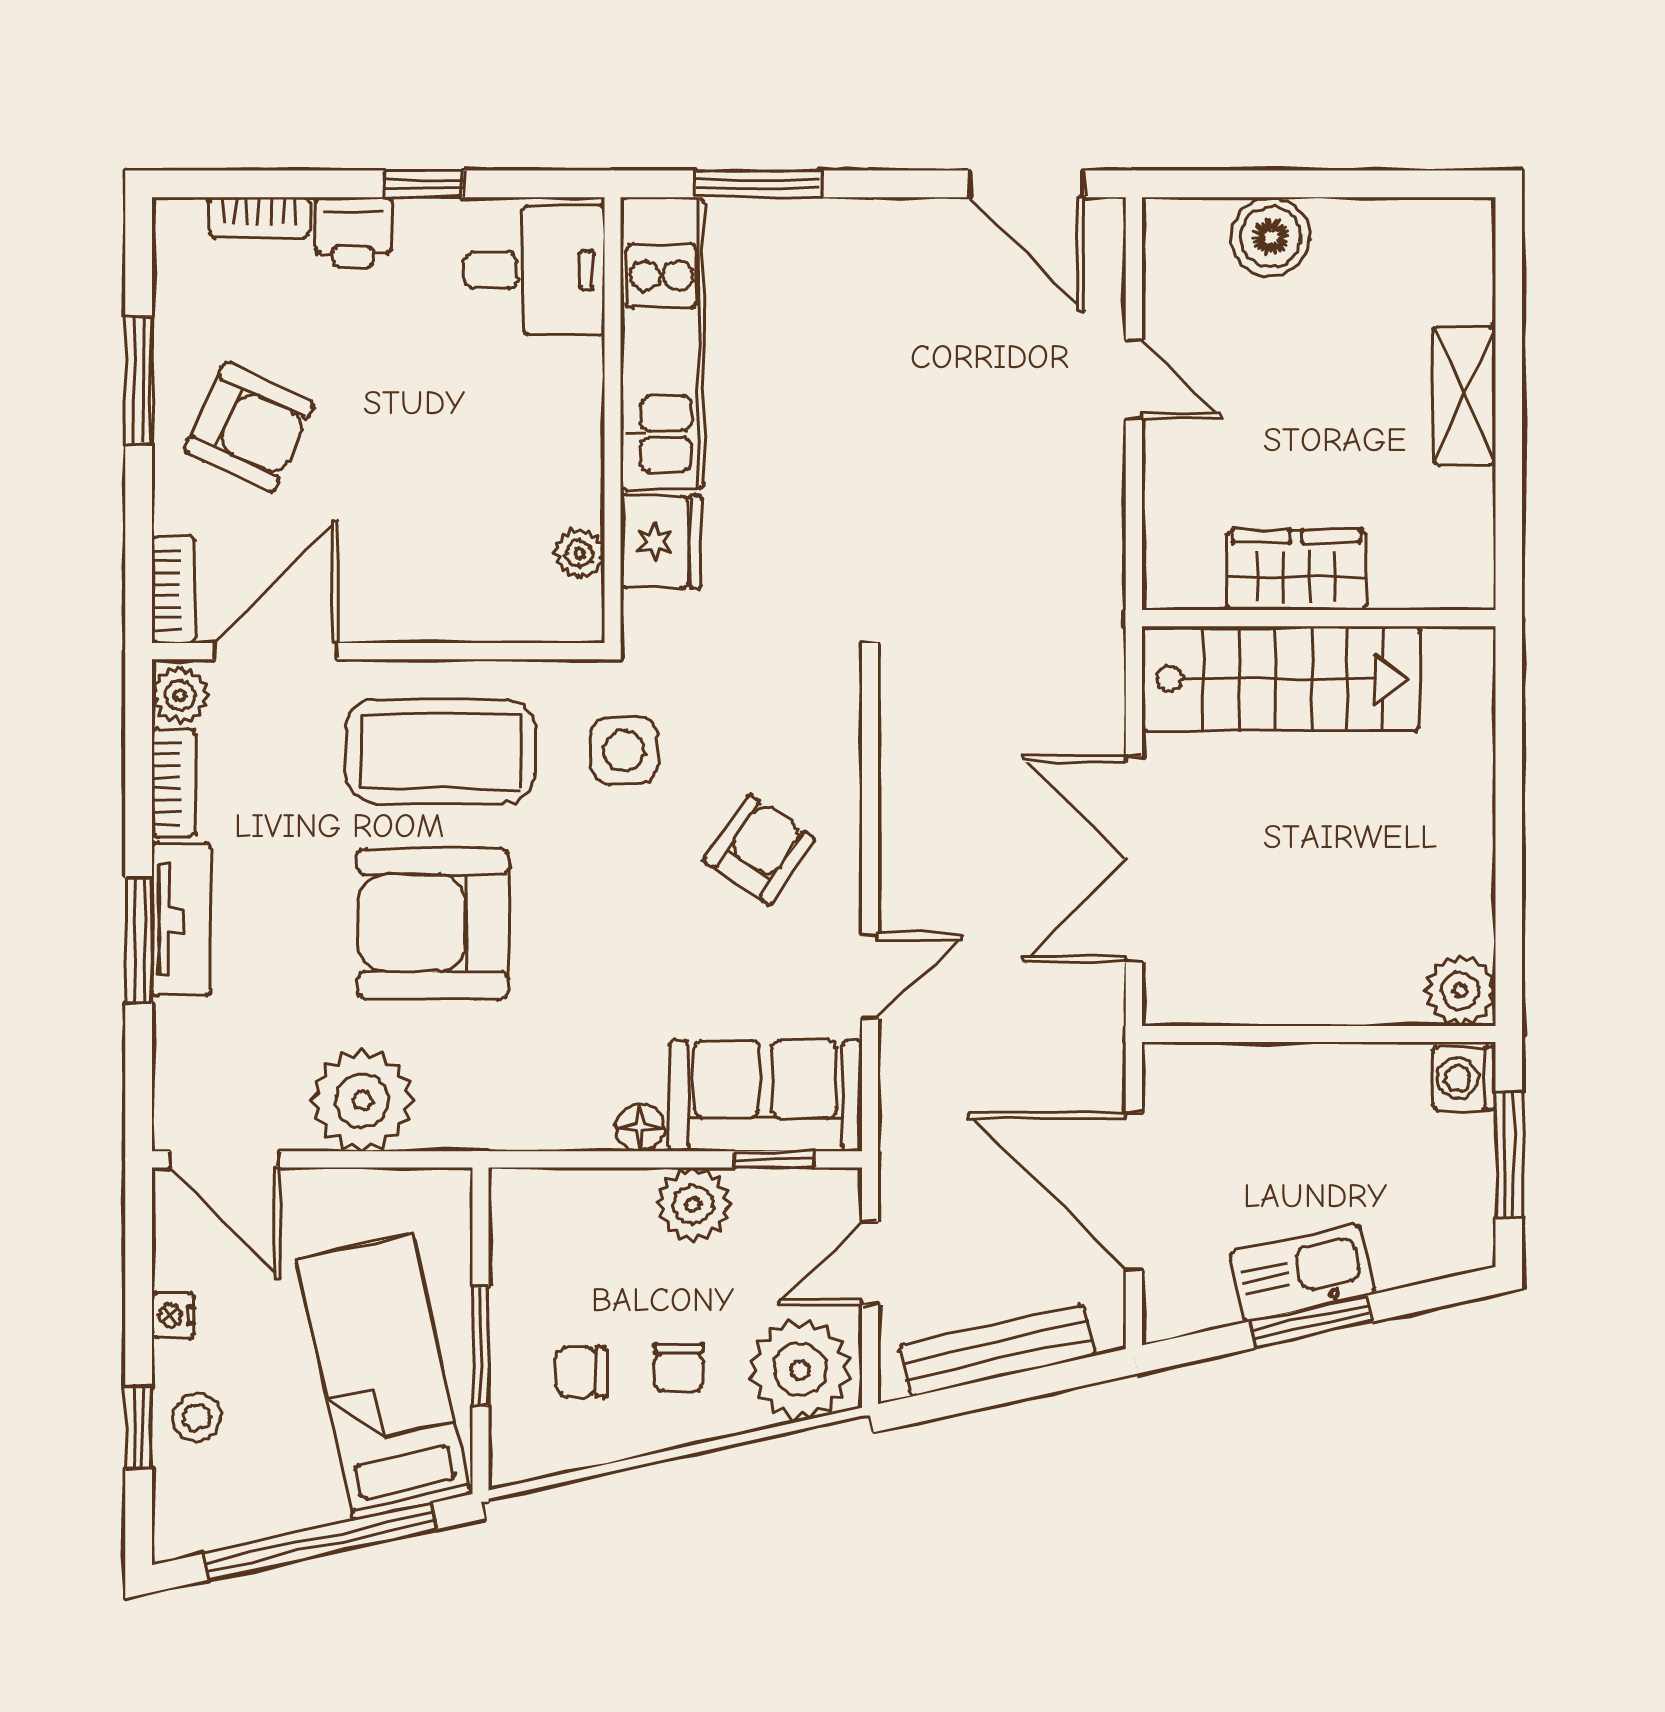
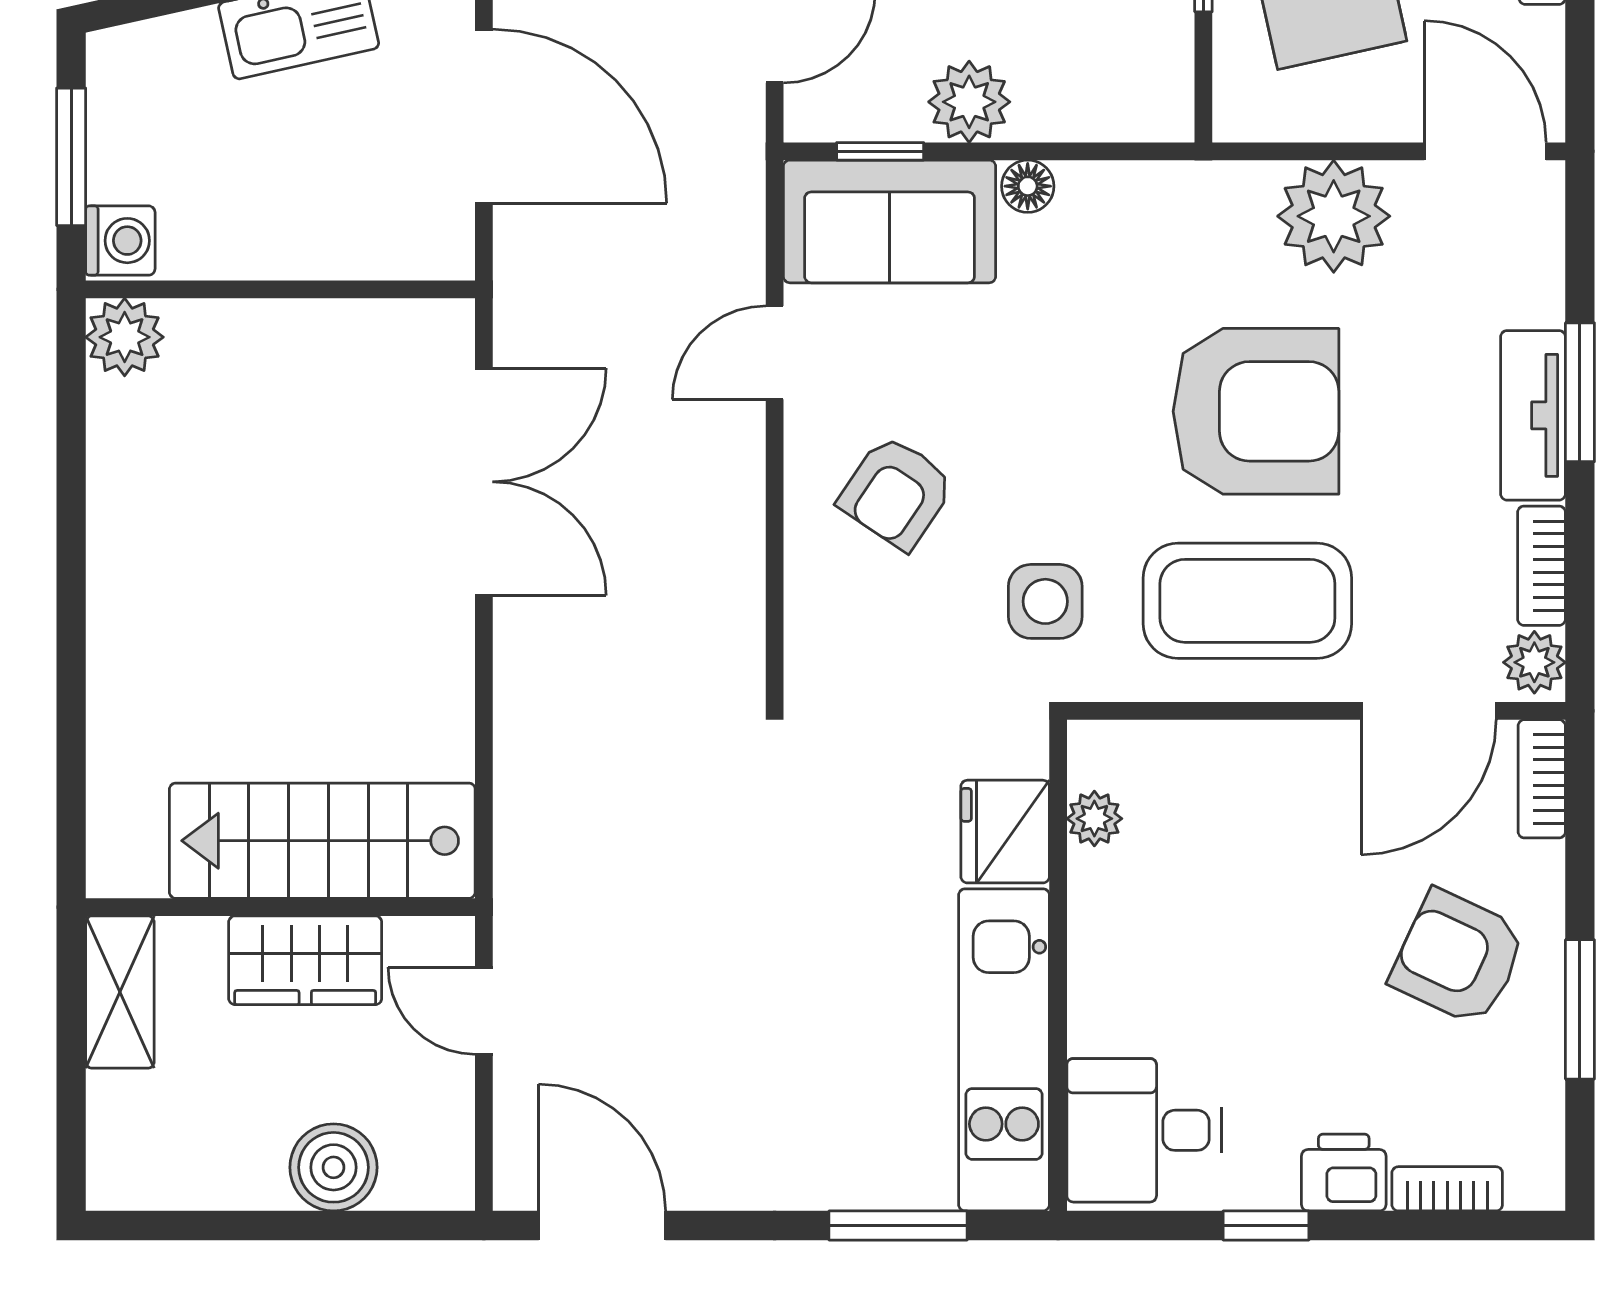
wardrobe: (1296, 570) -> (305, 960), moved
wall: (1319, 618) -> (280, 907), moved
stairs: (1281, 678) -> (322, 841), moved

